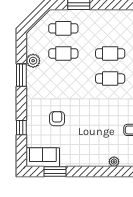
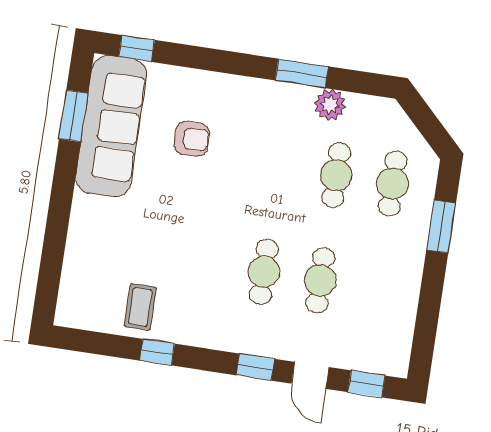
window: (21, 128) -> (137, 48), moved
sofa: (43, 157) -> (111, 126), width x1.85, depth x1.27
plant: (114, 162) -> (76, 252), removed

